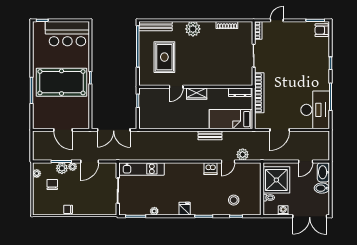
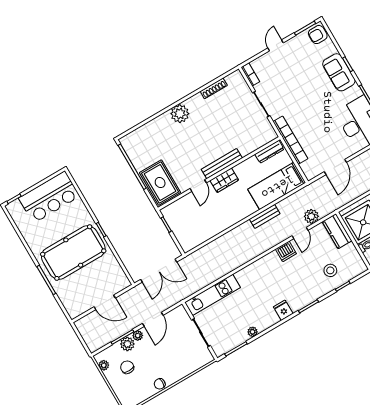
door: (277, 20) -> (276, 45), moved
bench: (156, 26) -> (222, 164), moved
rug: (164, 57) -> (160, 183), moved
sofa: (321, 65) -> (339, 72), added
kitchen counter: (255, 175) -> (337, 231), added

